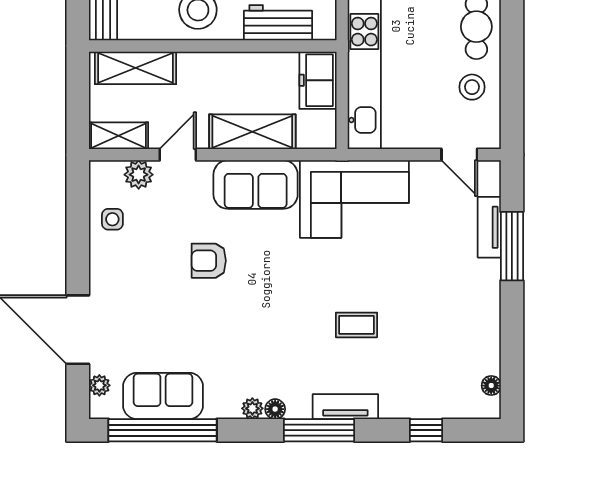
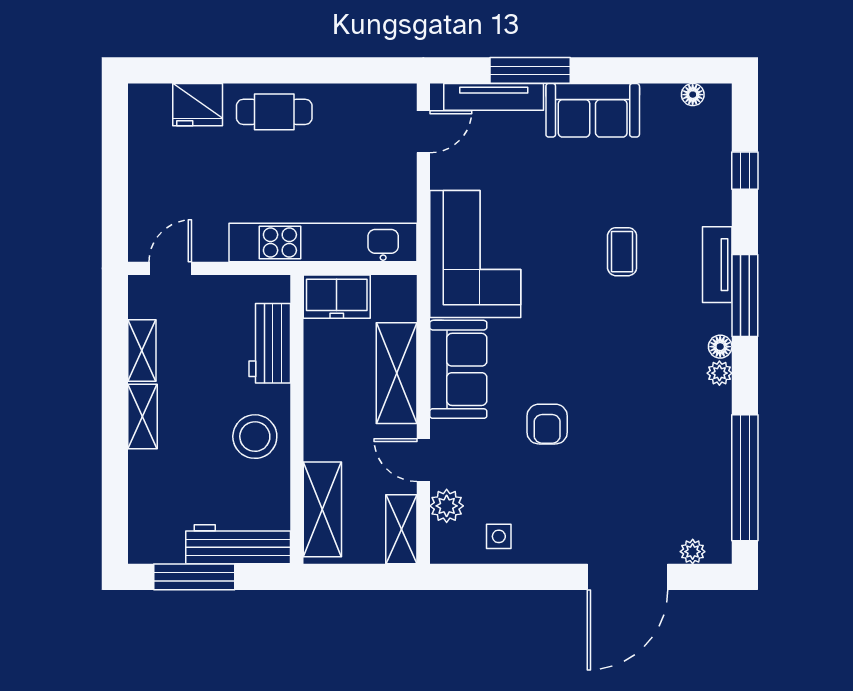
stool: (472, 87) -> (345, 117), removed
tv unit: (489, 227) -> (494, 97), width x1.41
sofa: (163, 396) -> (593, 110), moved, turned -90

